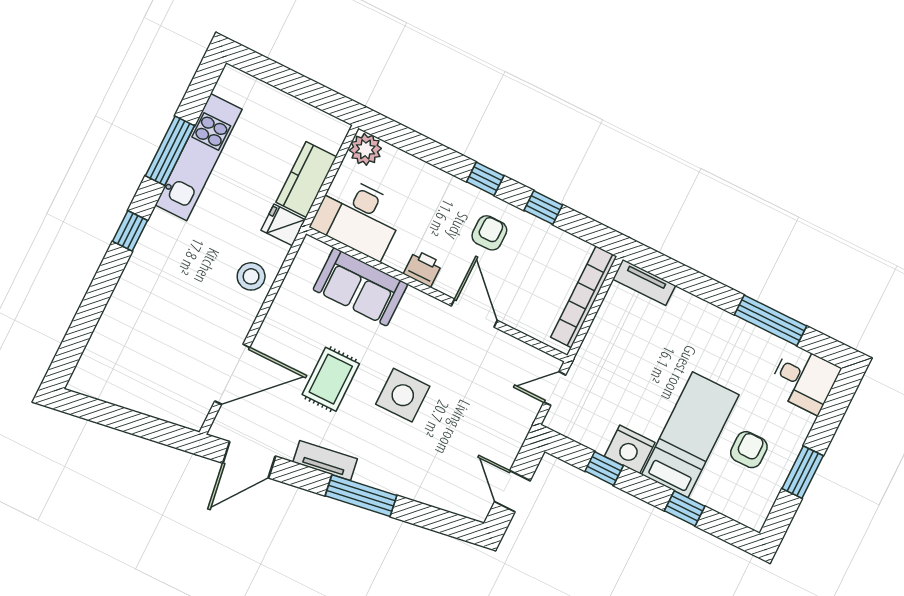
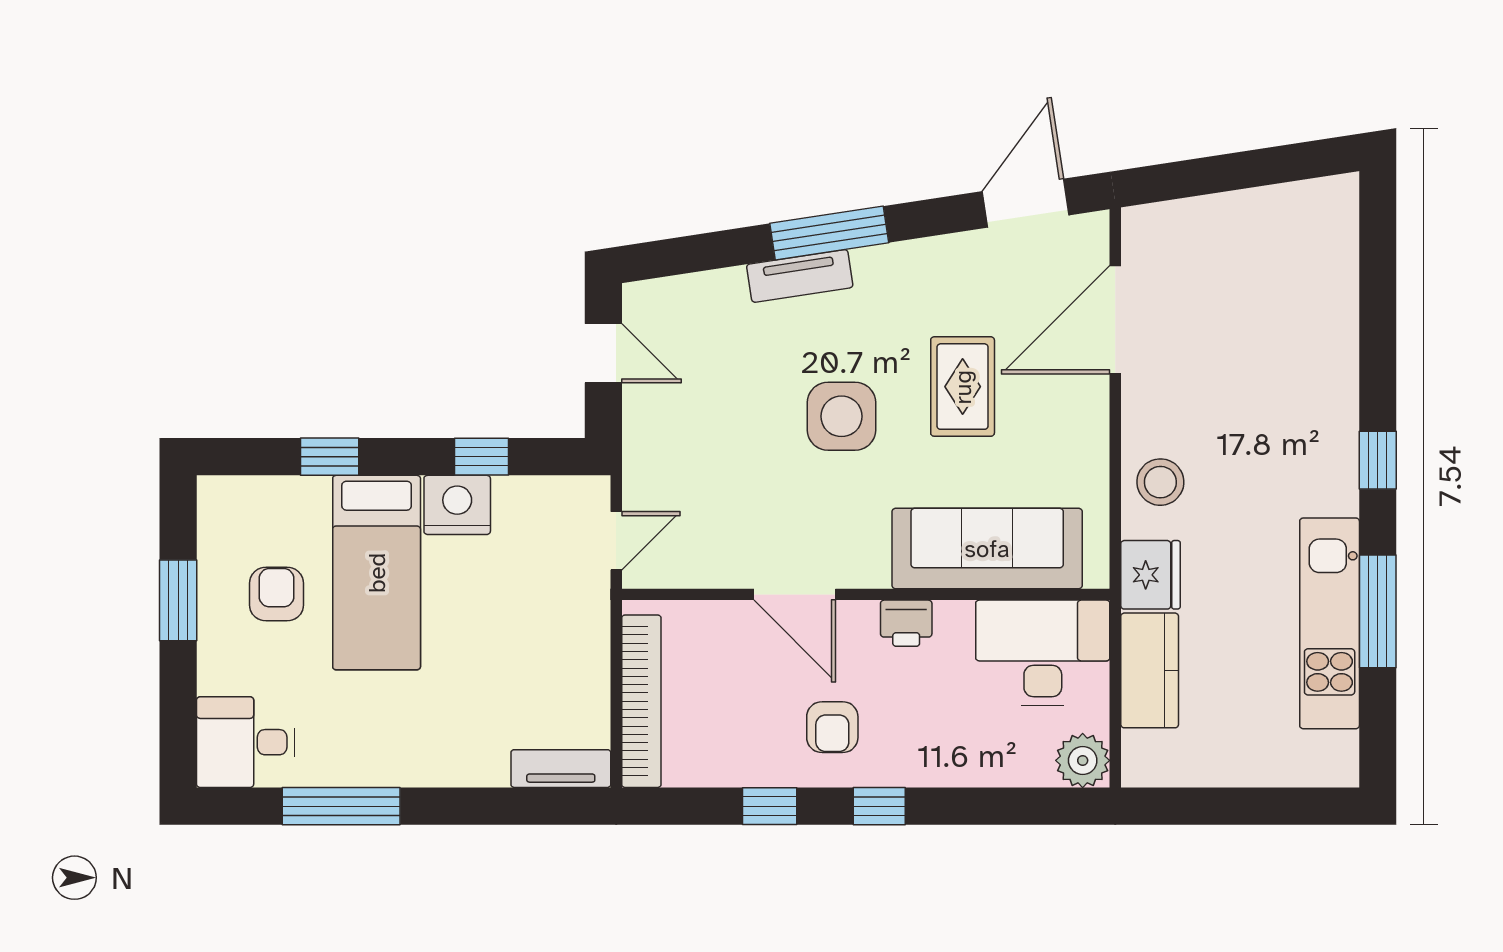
fridge: (283, 225) -> (1150, 575), width x1.38
sofa: (360, 287) -> (987, 549), width x1.36
armchair: (749, 450) -> (276, 594), turned 180
tv unit: (325, 460) -> (800, 276), moved

